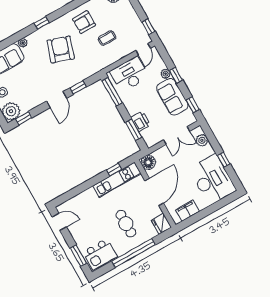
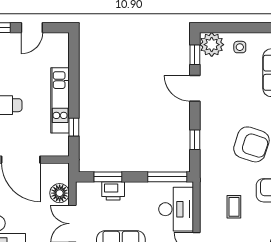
door: (57, 100) -> (195, 88), moved
floor lamp: (148, 162) -> (60, 193), moved
kitchen unit: (117, 180) -> (60, 100), moved
door: (59, 222) -> (32, 28), moved

